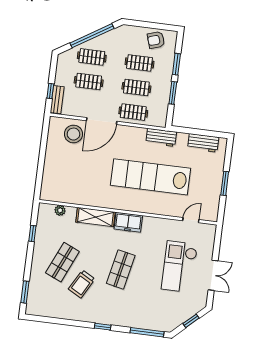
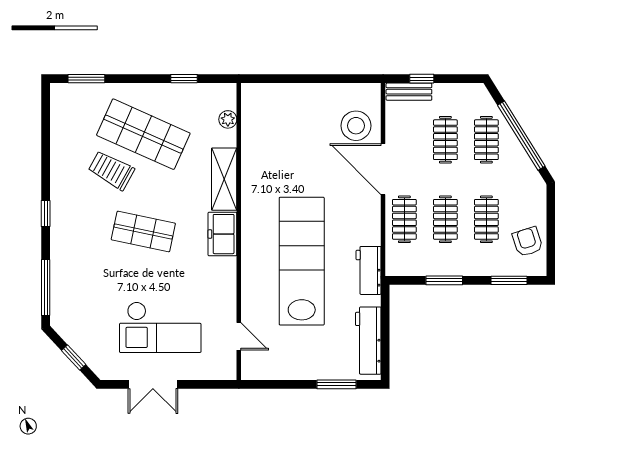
window: (176, 64) -> (509, 280), moved
workbench: (203, 143) -> (368, 341), width x1.38
window: (225, 183) -> (337, 384), moved
shop shelf: (62, 262) -> (143, 134), width x1.43, depth x1.36
checkout: (179, 267) -> (160, 327), turned 180

